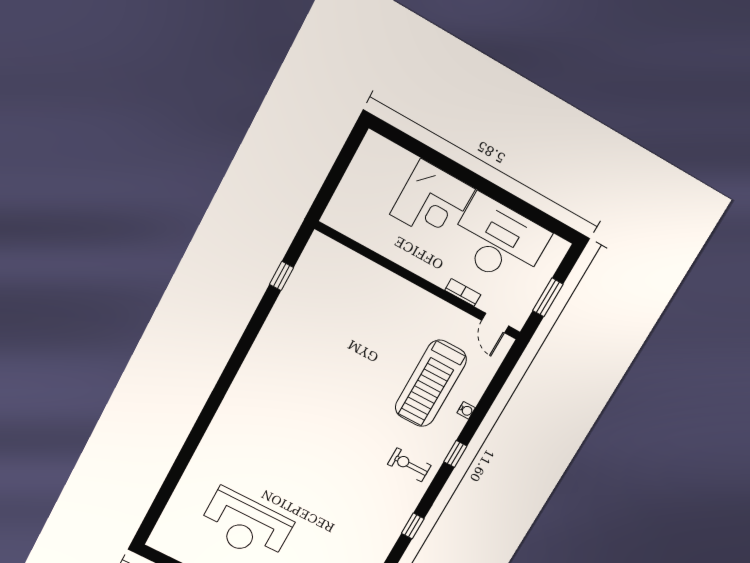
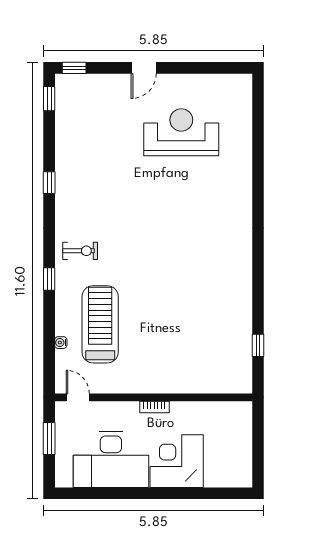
bookcase: (463, 292) -> (154, 407), moved
water cooler: (466, 410) -> (61, 343), moved
window: (413, 526) -> (49, 183), moved

